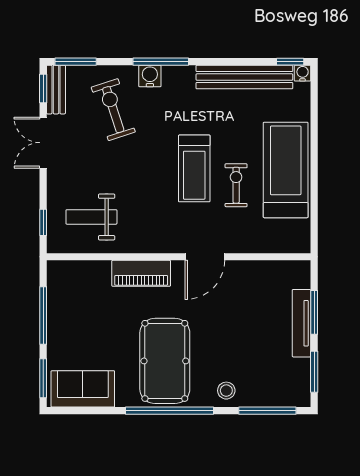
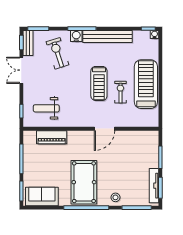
bench: (244, 77) -> (108, 37), moved
piano: (141, 273) -> (52, 137), moved
tv unit: (301, 323) -> (154, 186), moved

